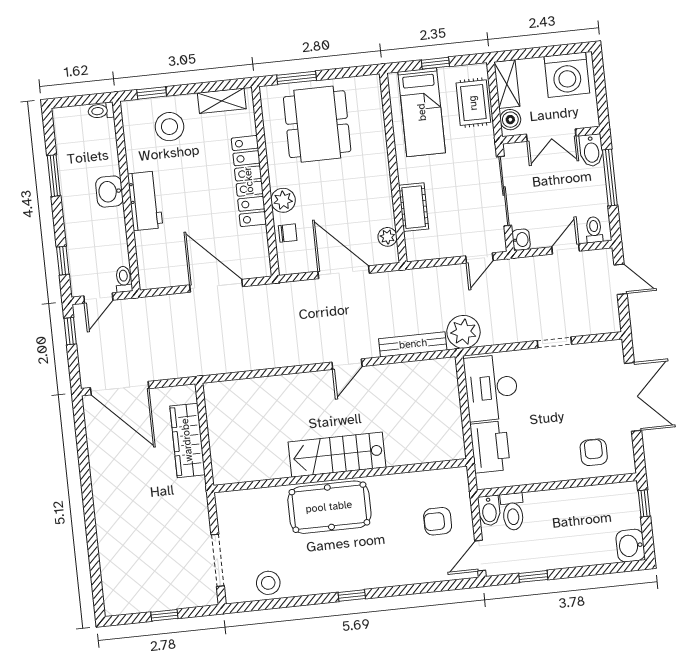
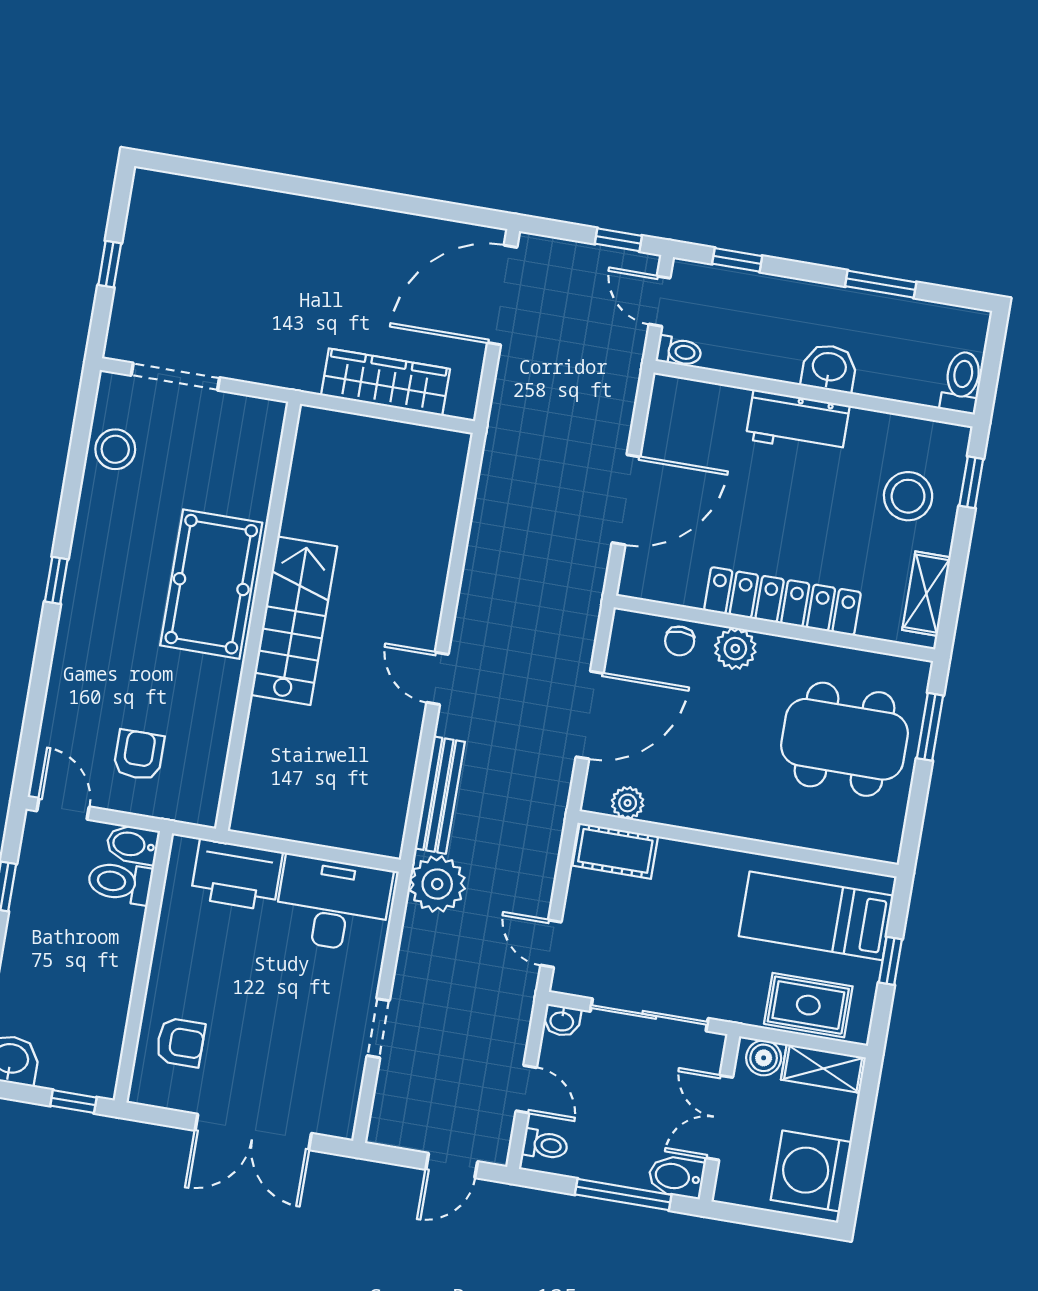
toilet: (101, 111) -> (962, 382), width x1.37, depth x1.39
cot: (414, 207) -> (615, 851), moved

